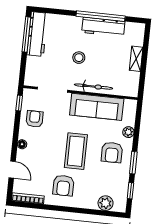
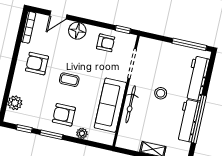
workbench: (37, 34) -> (197, 78), moved, turned 90
floor lamp: (22, 144) -> (77, 31), width x1.89, depth x1.89
coffee table: (76, 151) -> (69, 80), width x0.54, depth x0.58

